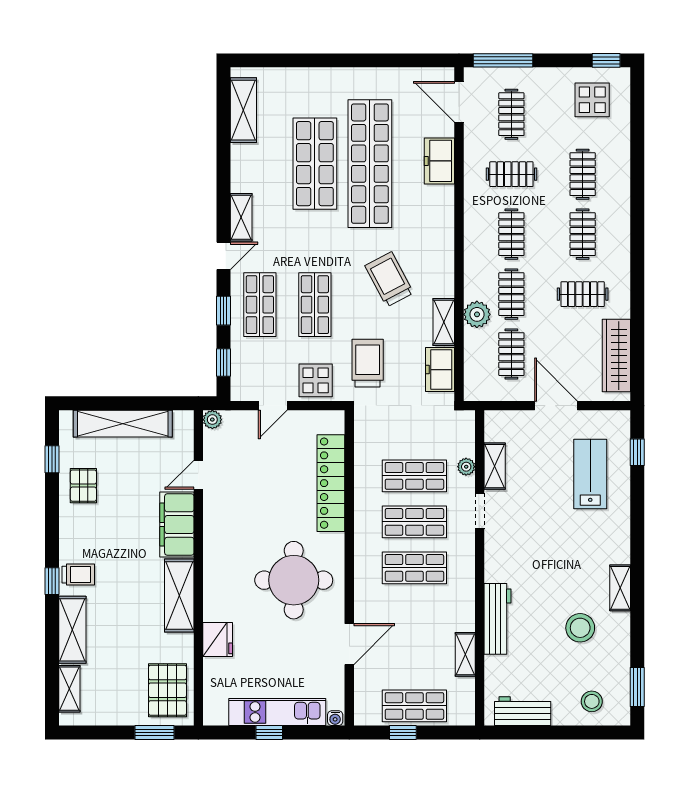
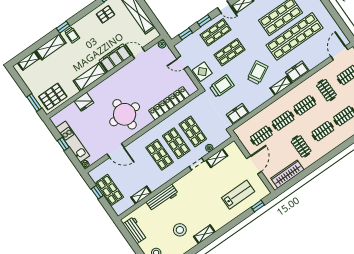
freezer: (439, 161) -> (297, 72), moved
plant: (477, 314) -> (267, 113), removed
shelving: (444, 322) -> (281, 86), moved

